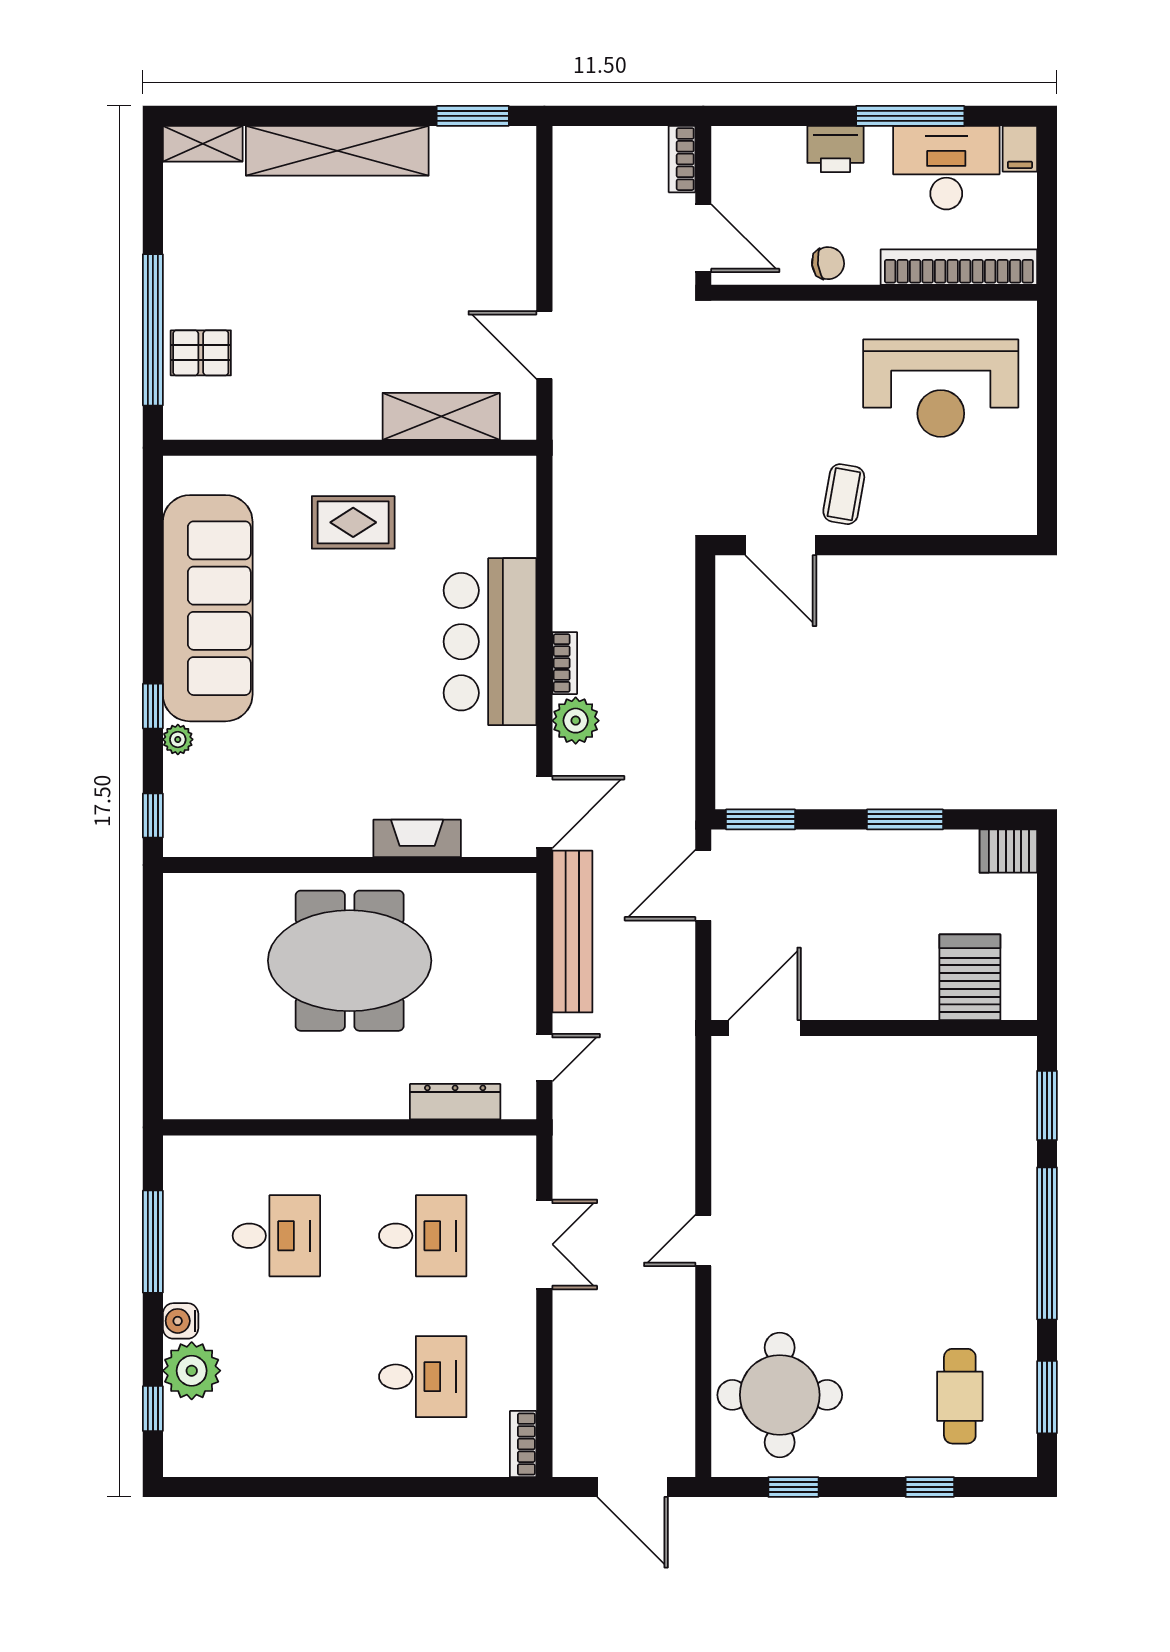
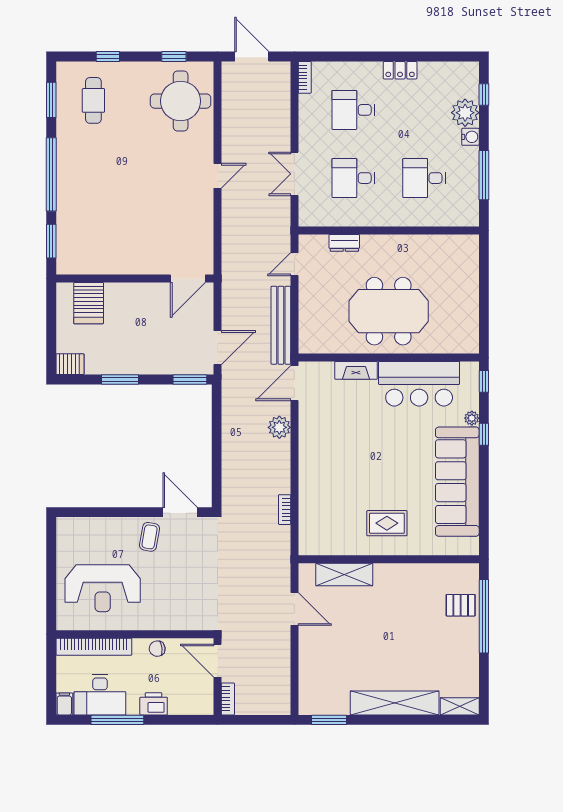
reception desk: (941, 388) -> (103, 588), turned 180
bar counter: (490, 642) -> (419, 384), moved, turned 90
bookcase: (565, 663) -> (285, 510), moved
dresser: (455, 1102) -> (344, 243), width x0.70
locker: (326, 1459) -> (400, 70), added

